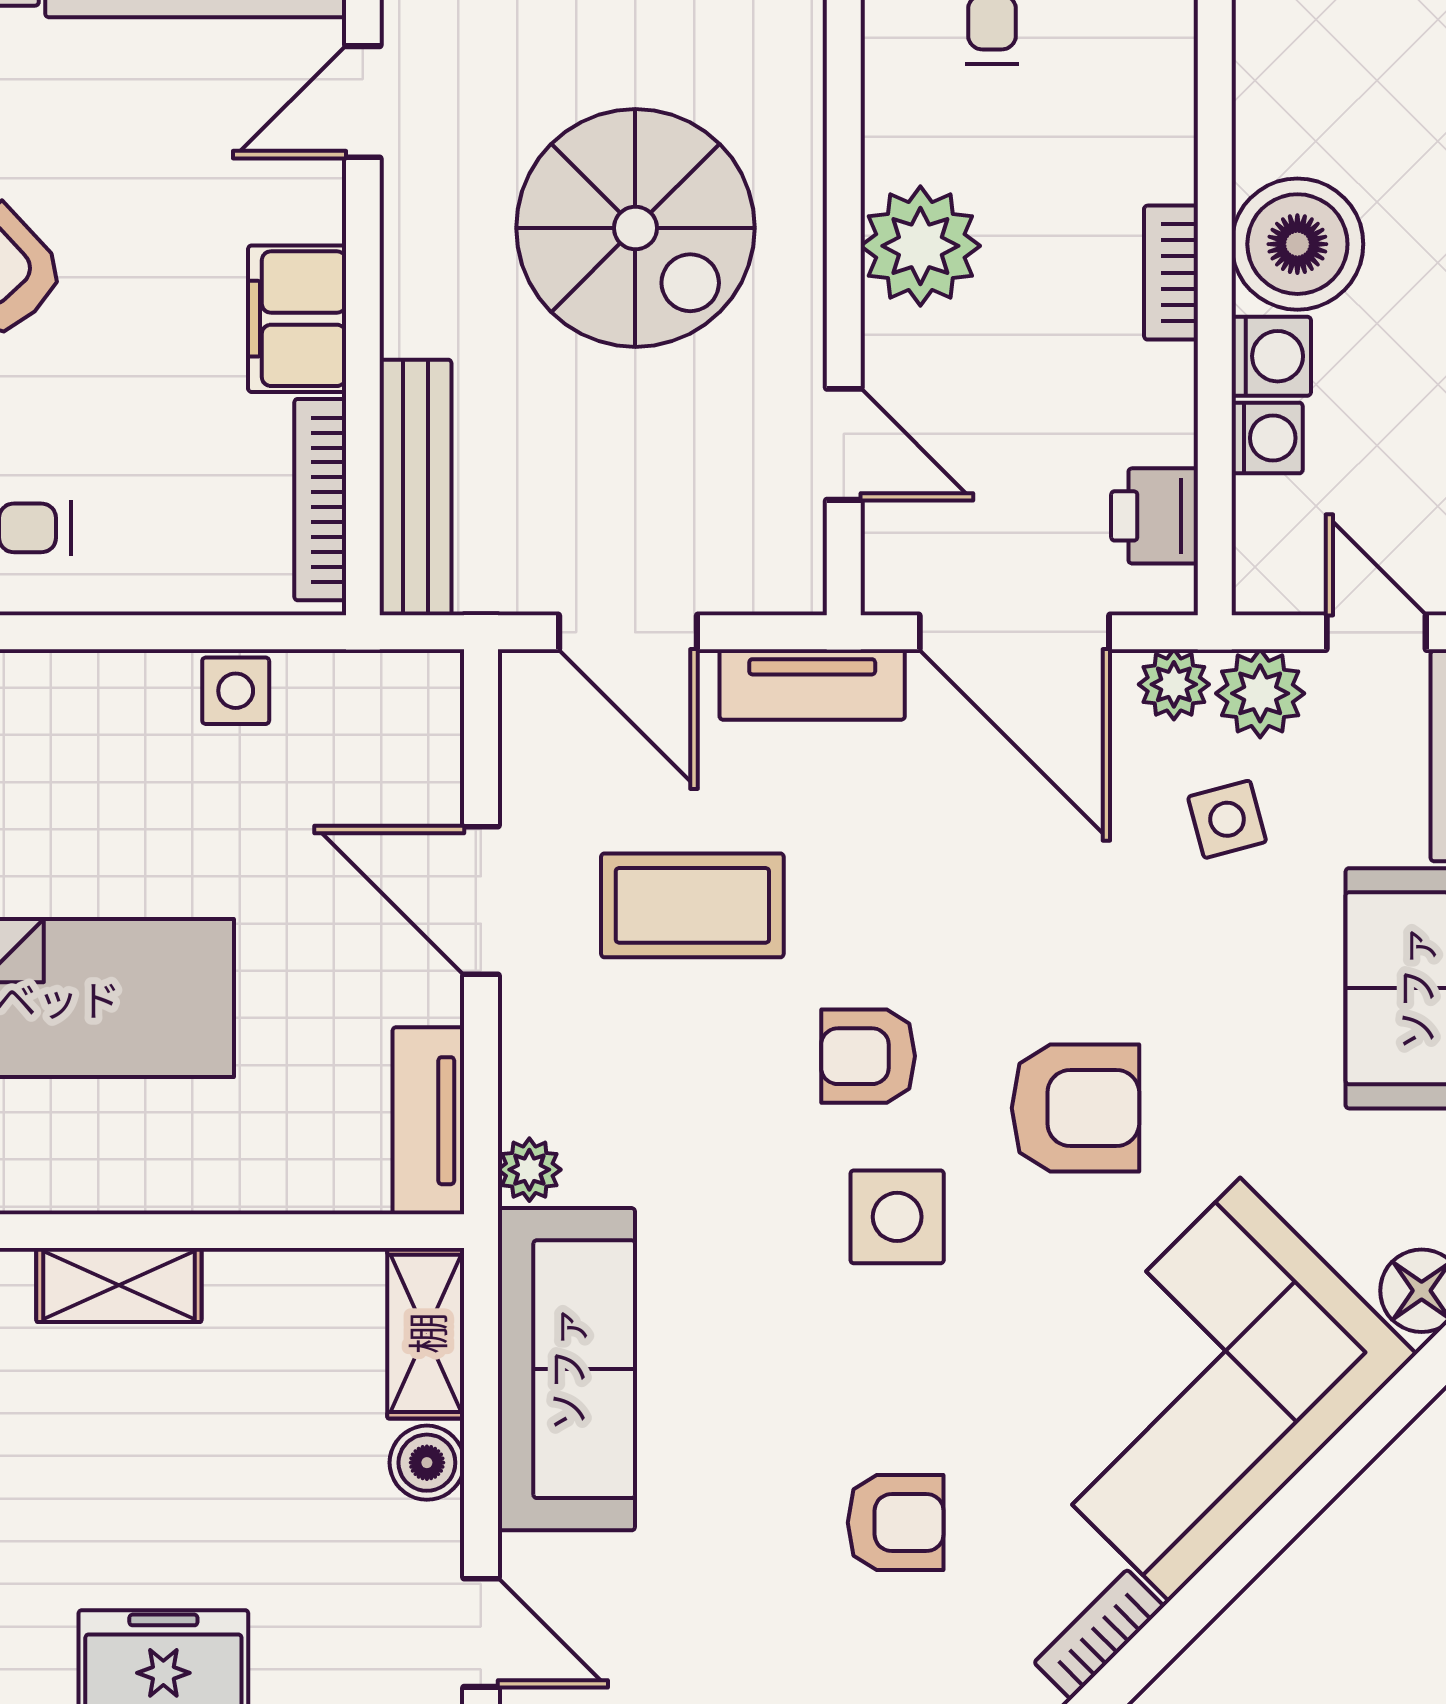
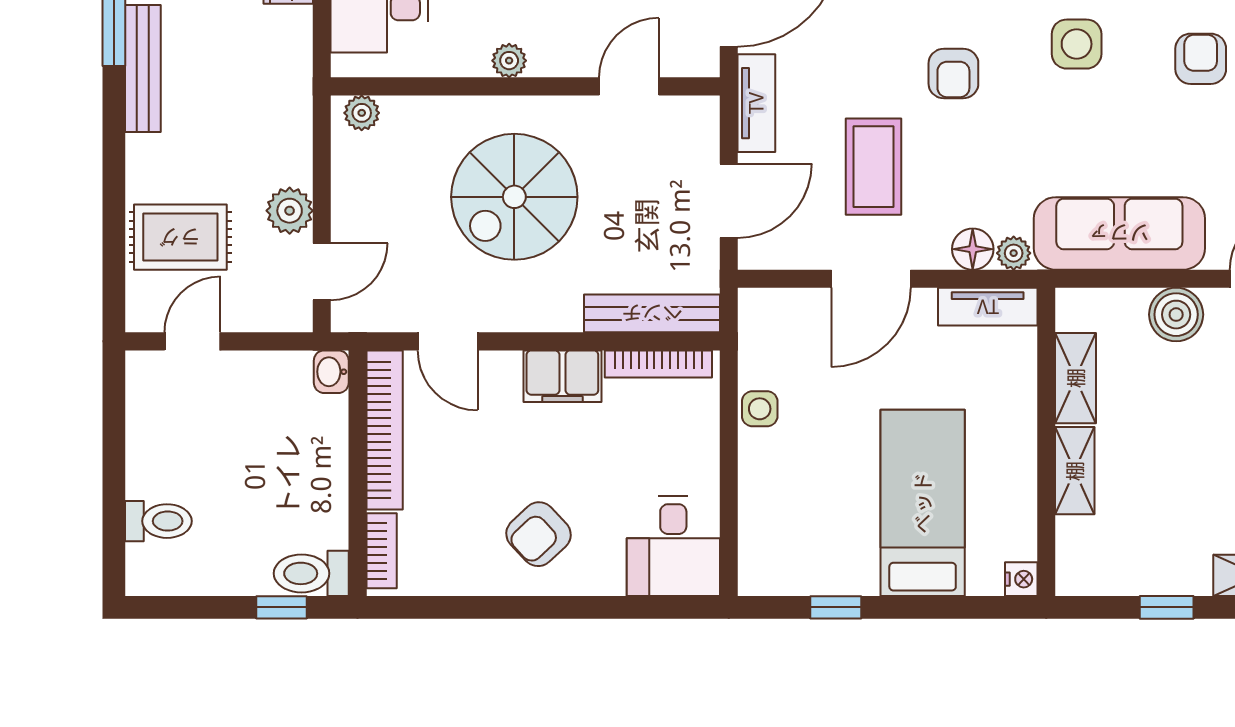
spiral stairs: (635, 228) -> (514, 197), turned 180
plant: (920, 246) -> (509, 61), width x0.53, depth x0.53
floor lamp: (537, 1093) -> (973, 249), added
side table: (897, 1217) -> (1077, 44), moved
shelving: (426, 1333) -> (1076, 378), moved, turned 90
boiler: (427, 1463) -> (1176, 315), width x1.36, depth x1.36

